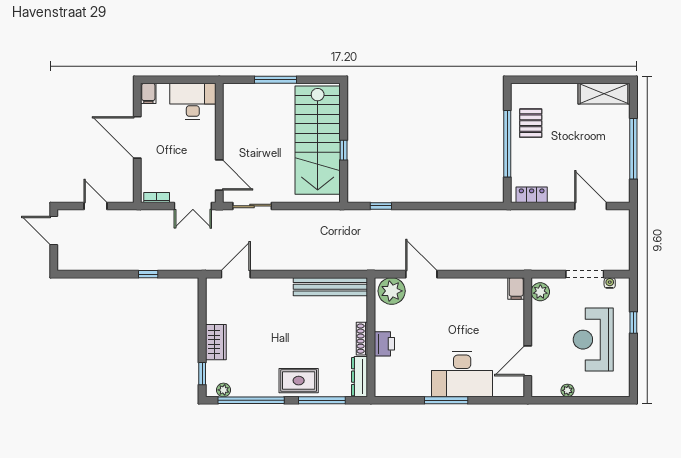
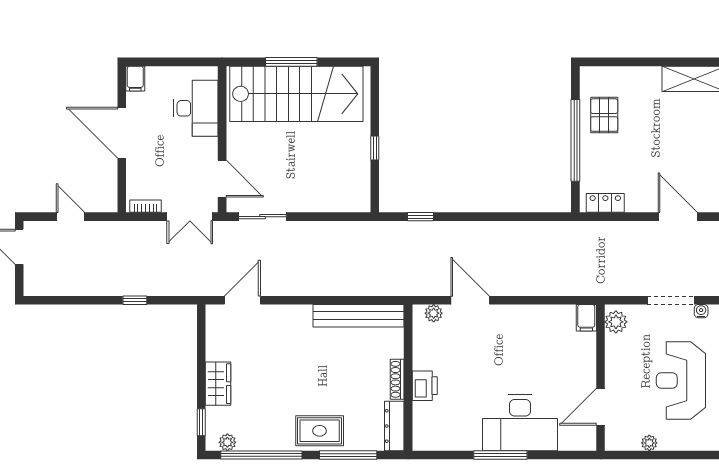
desk: (193, 101) -> (196, 108), moved, turned 90
stairs: (318, 140) -> (296, 94), moved, turned -90
plant: (392, 291) -> (434, 313), width x0.53, depth x0.53

